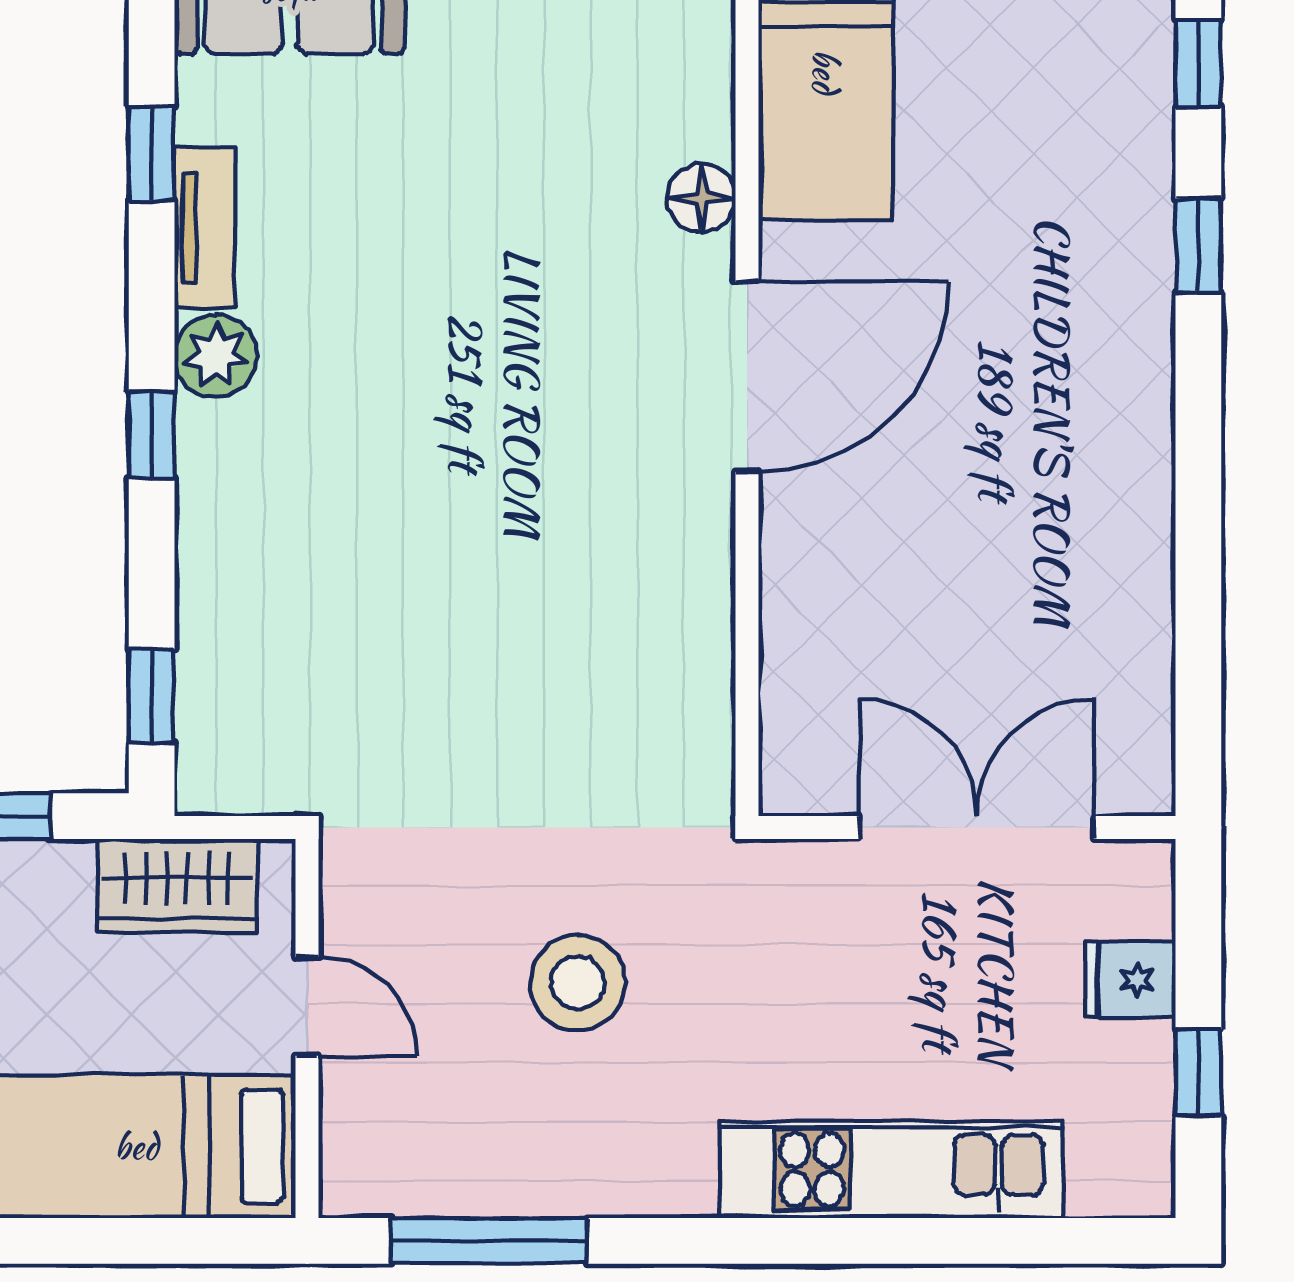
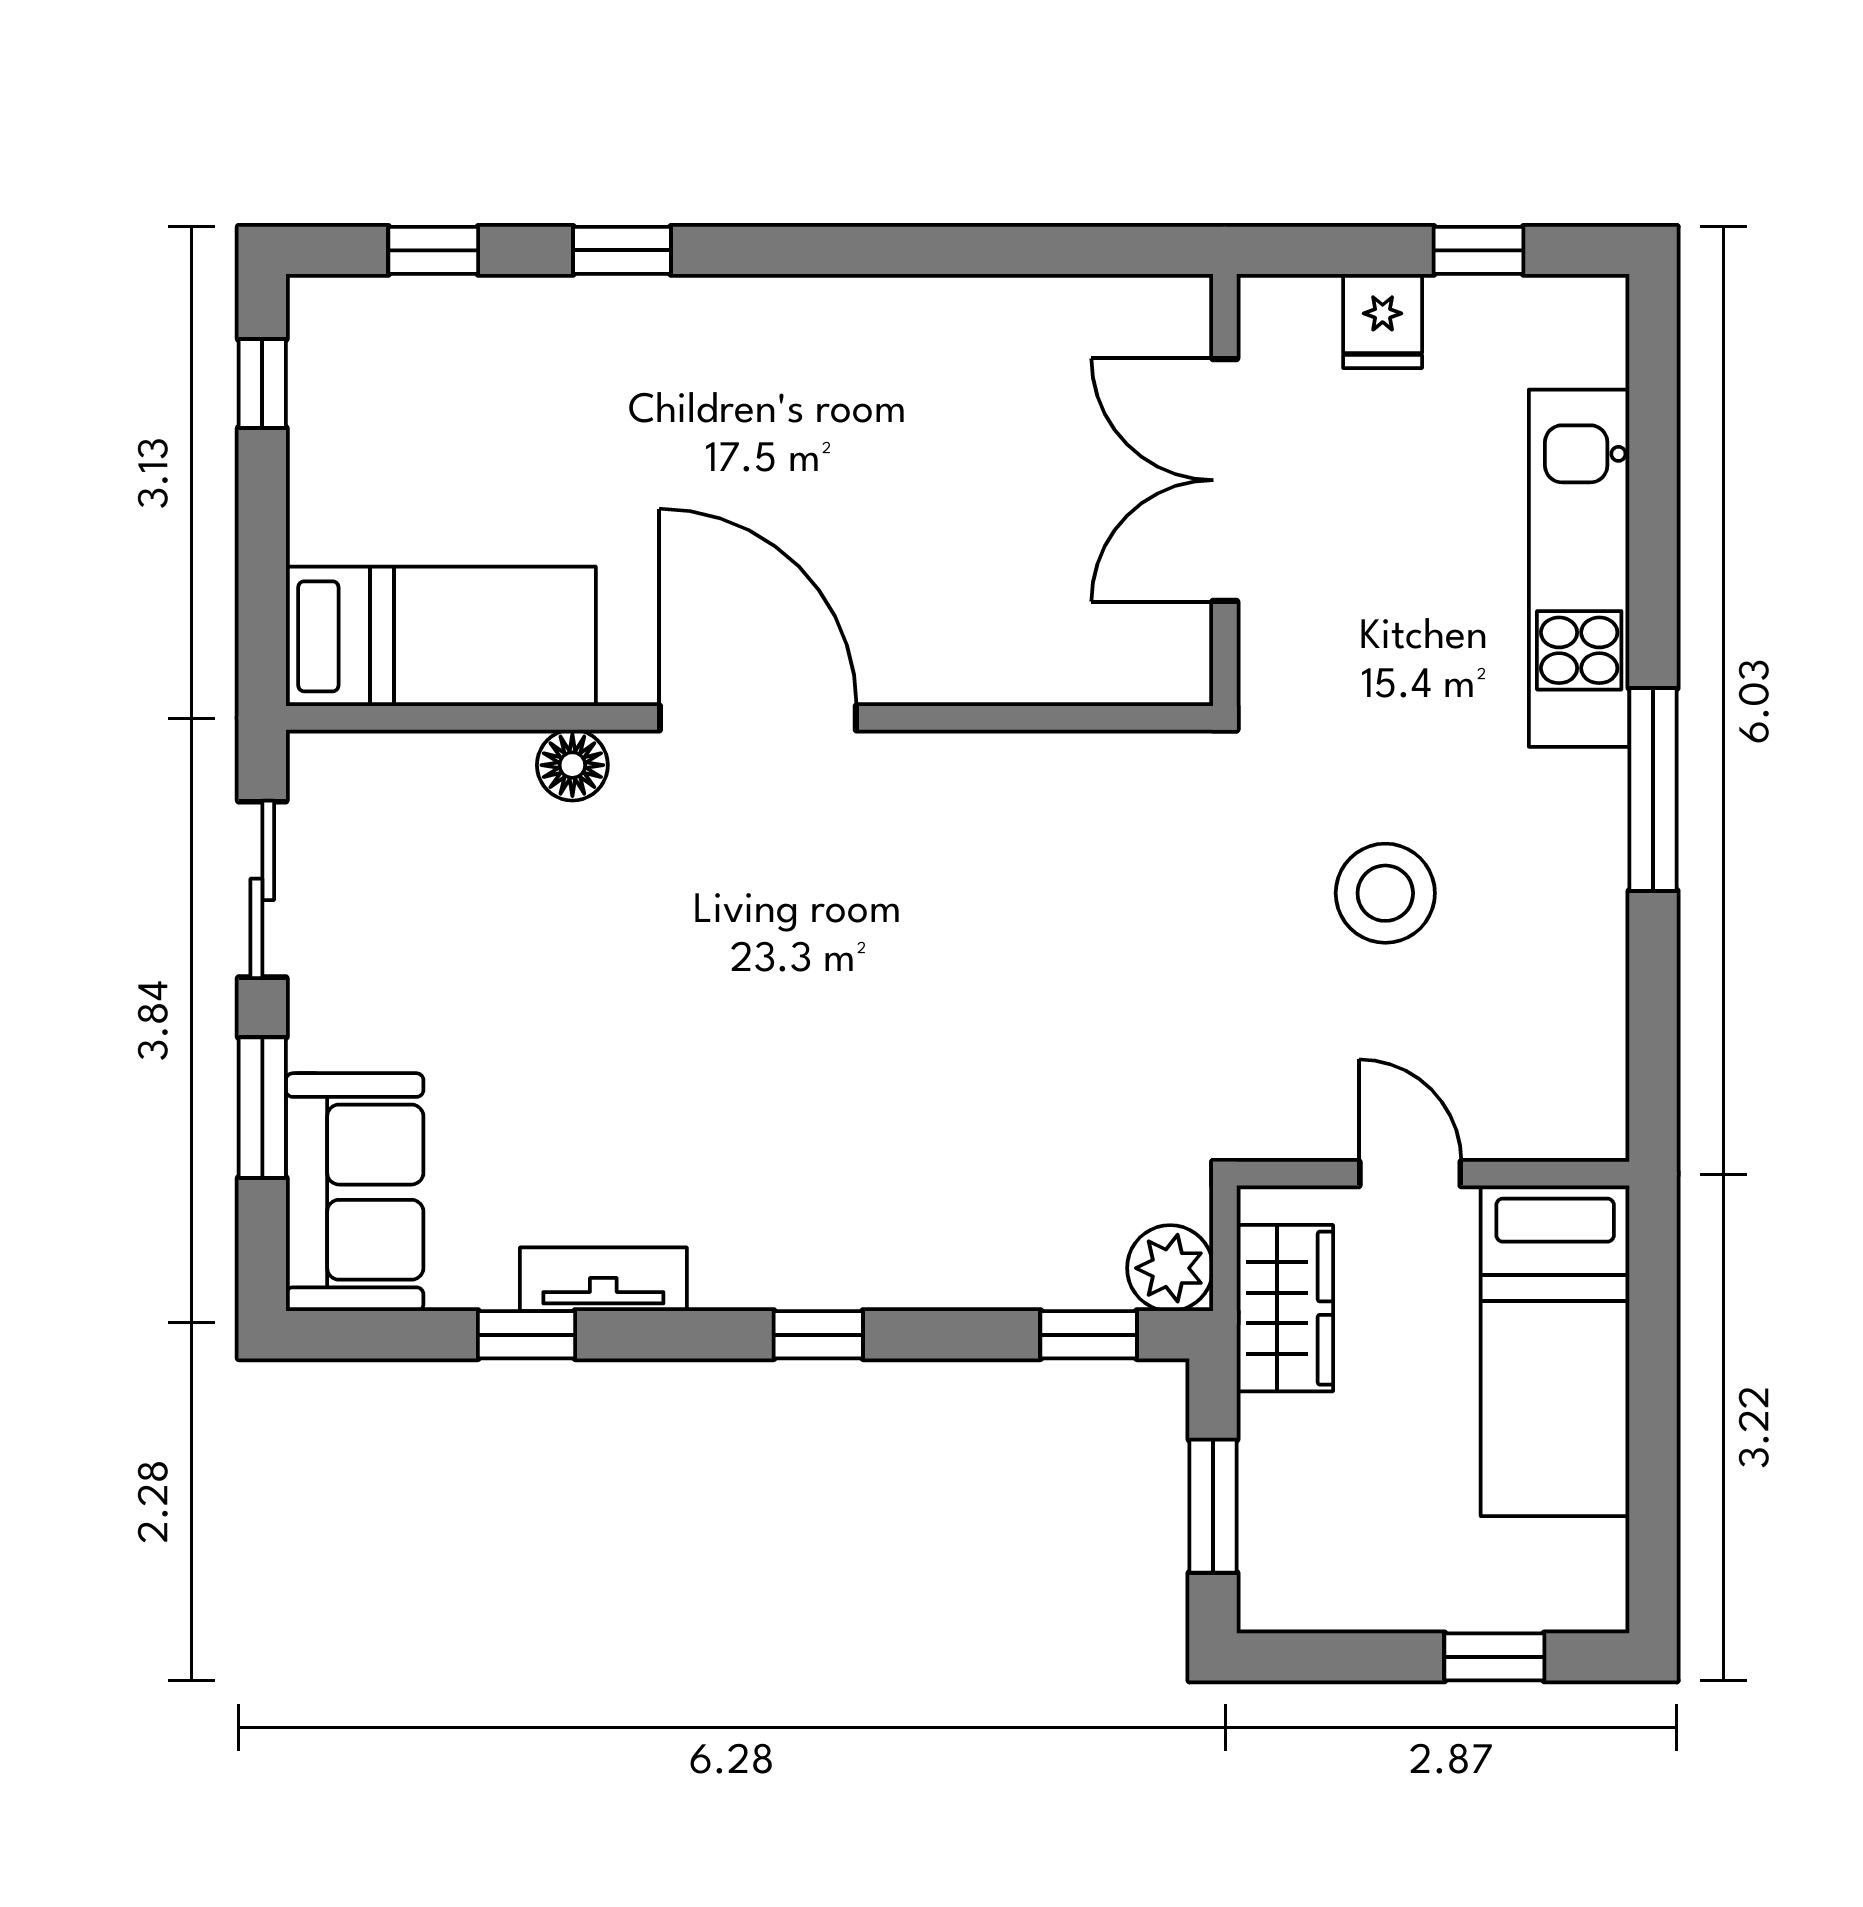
plant: (216, 356) -> (1170, 1268), moved
door: (307, 1006) -> (1410, 1174), hinge flipped
window: (489, 1241) -> (1653, 789), moved

